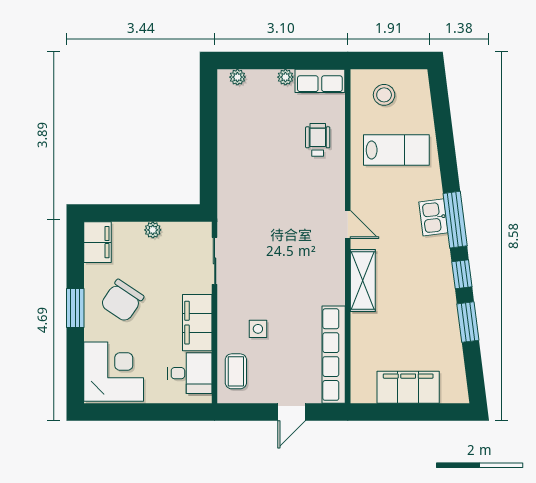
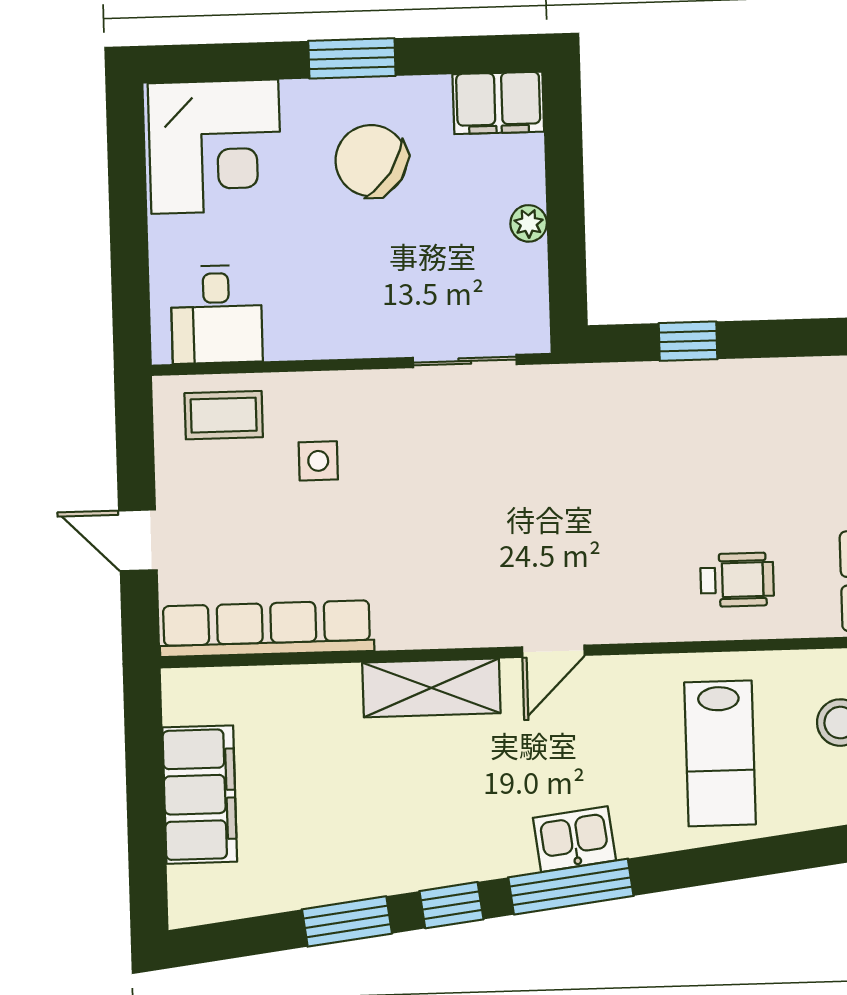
window: (208, 159) -> (688, 341), added
filing cabinet: (197, 323) -> (328, 327), removed

